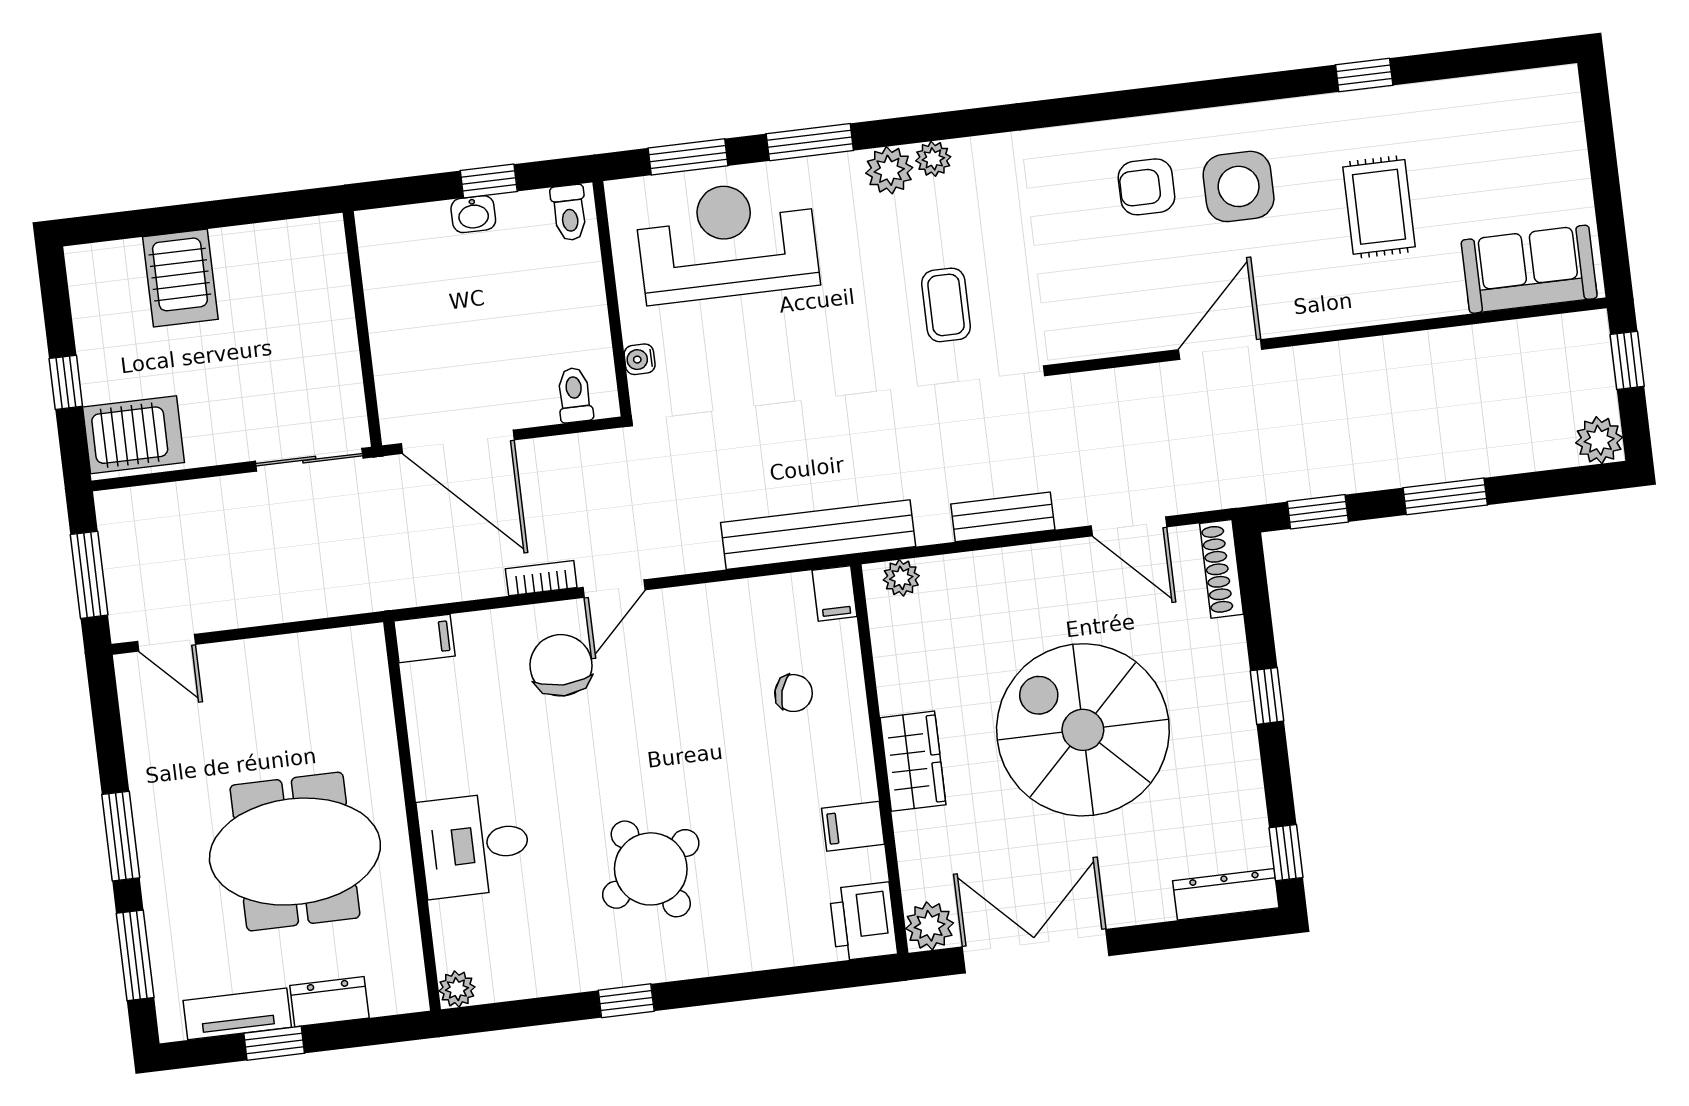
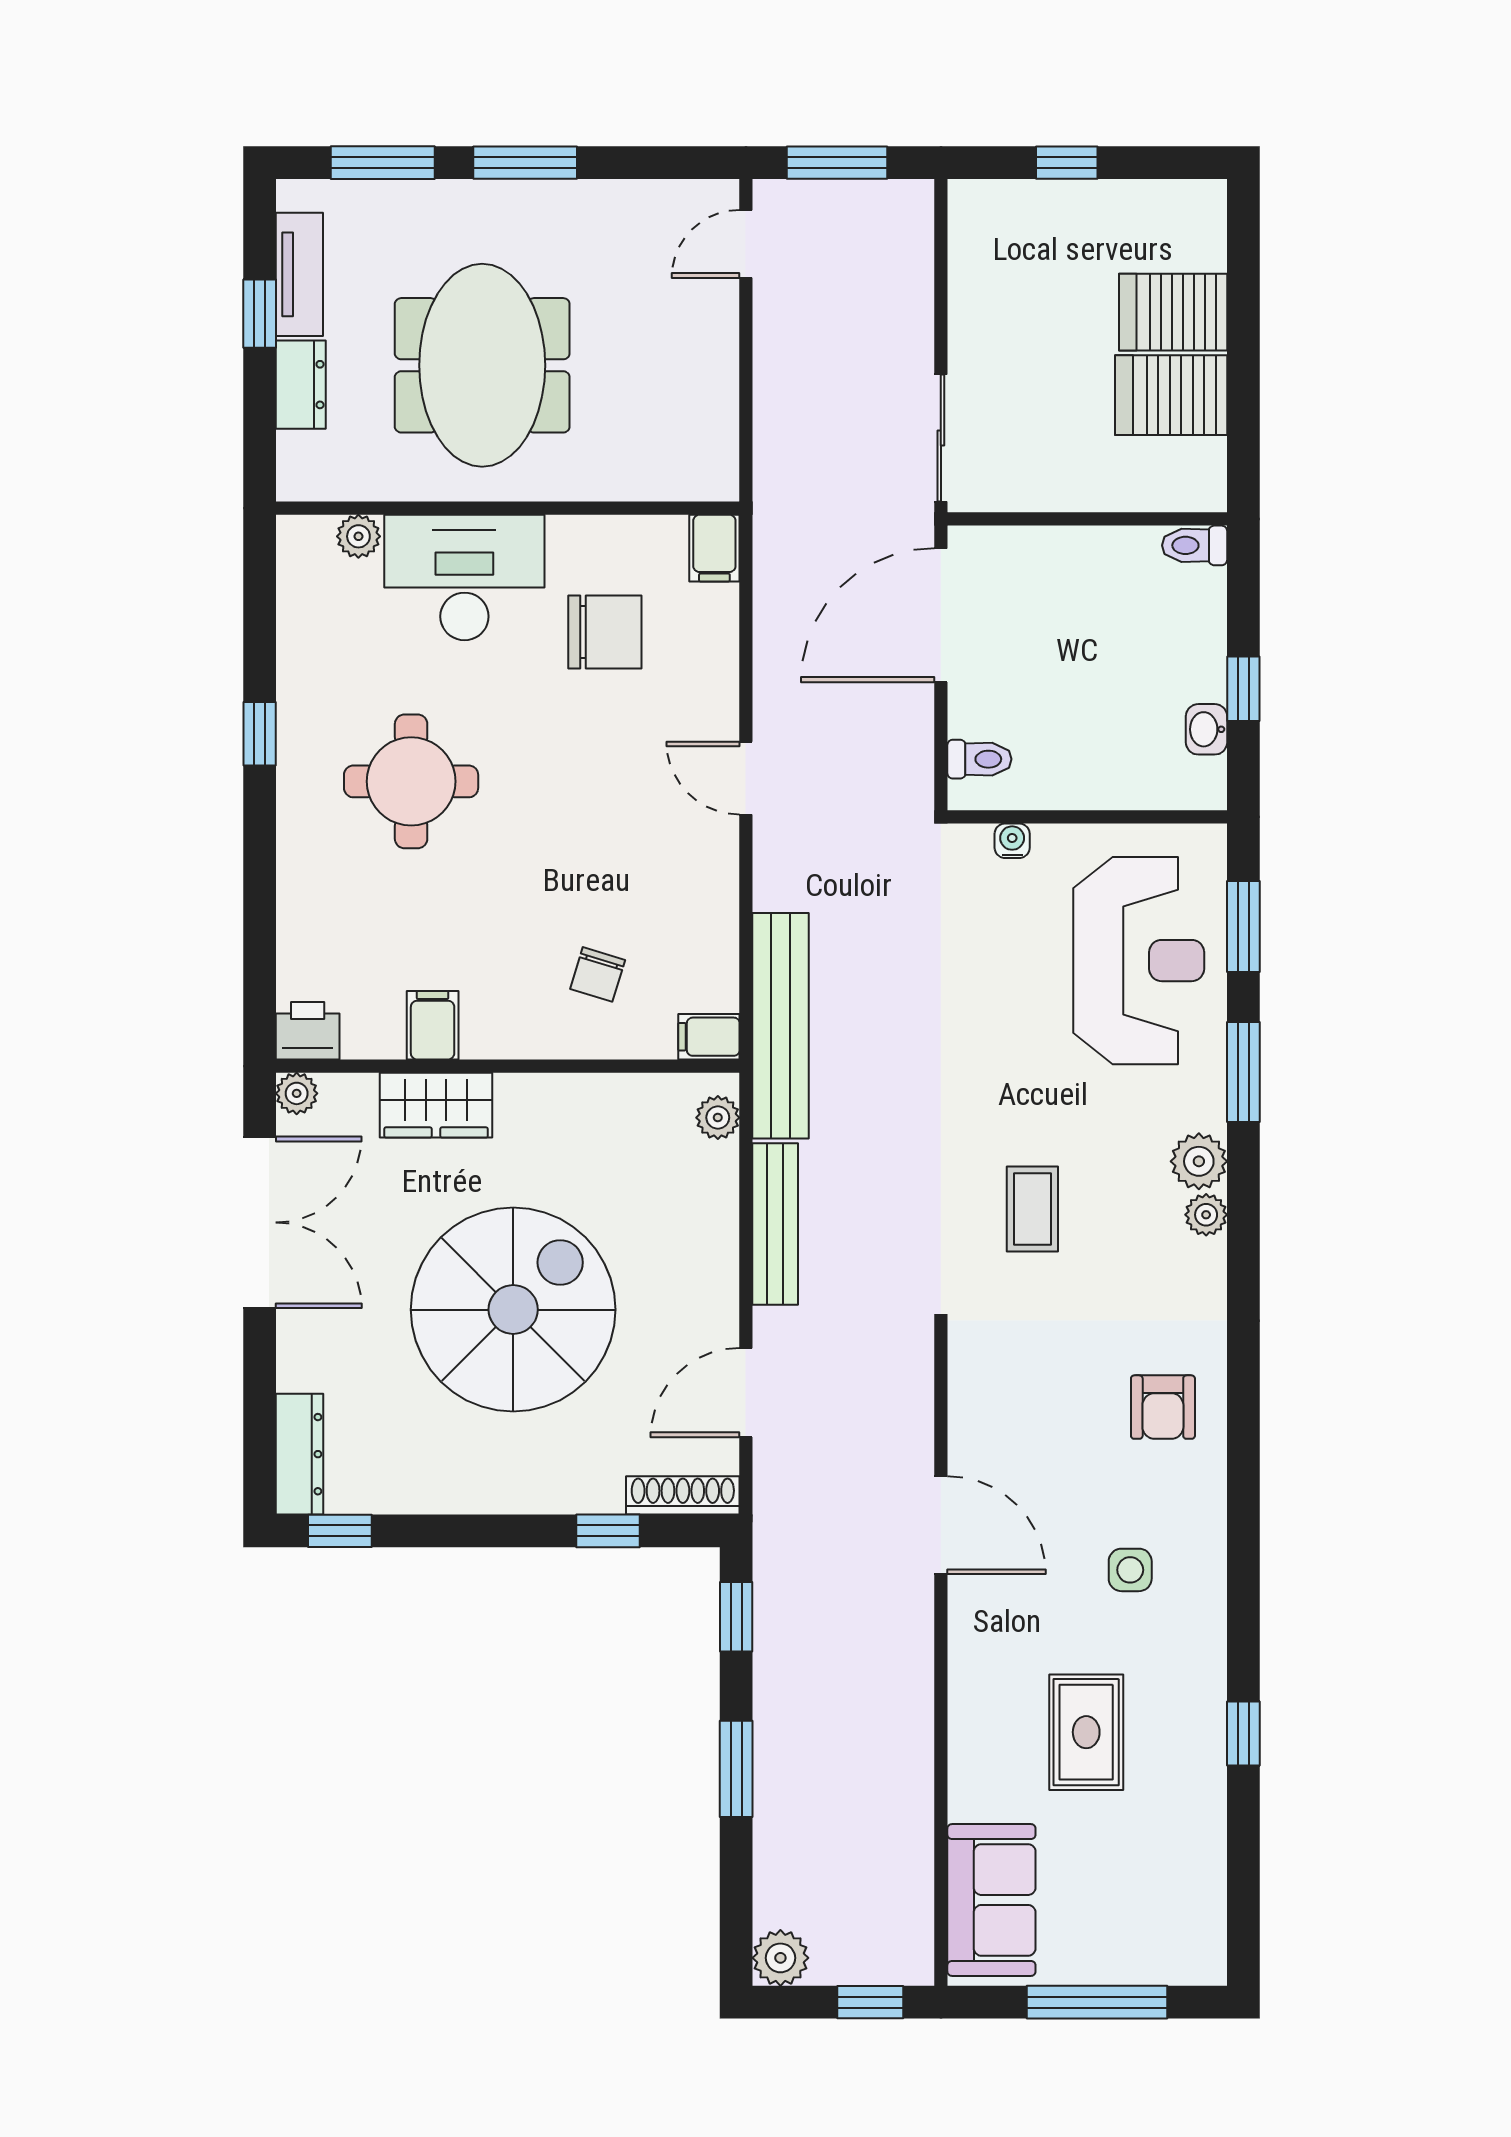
window: (1604, 170) -> (1097, 2002), added
side table: (1239, 186) -> (1130, 1570), width x0.54, depth x0.54
armchair: (1146, 187) -> (1163, 1407), moved, turned 180
rug: (1379, 207) -> (1086, 1732), turned 90
toilet: (569, 213) -> (1195, 545), moved
washbasin: (473, 214) -> (1207, 729), moved
coffee table: (946, 305) -> (1032, 1209), turned 90
server rack: (134, 435) -> (1171, 395), moved, turned 90
bench: (1003, 517) -> (775, 1224), width x1.36
bookcase: (541, 578) -> (769, 694), removed
chair: (561, 665) -> (605, 632), moved
window: (1267, 696) -> (608, 1531), moved
wardrobe: (913, 761) -> (436, 1105), moved
desk: (475, 845) -> (464, 577), width x1.37
round table: (651, 869) -> (411, 781), turned 30
printer: (863, 921) -> (308, 1031), width x0.73, depth x0.81
plant: (930, 926) -> (297, 1093), width x0.73, depth x0.73
plant: (457, 989) -> (358, 536), moved

